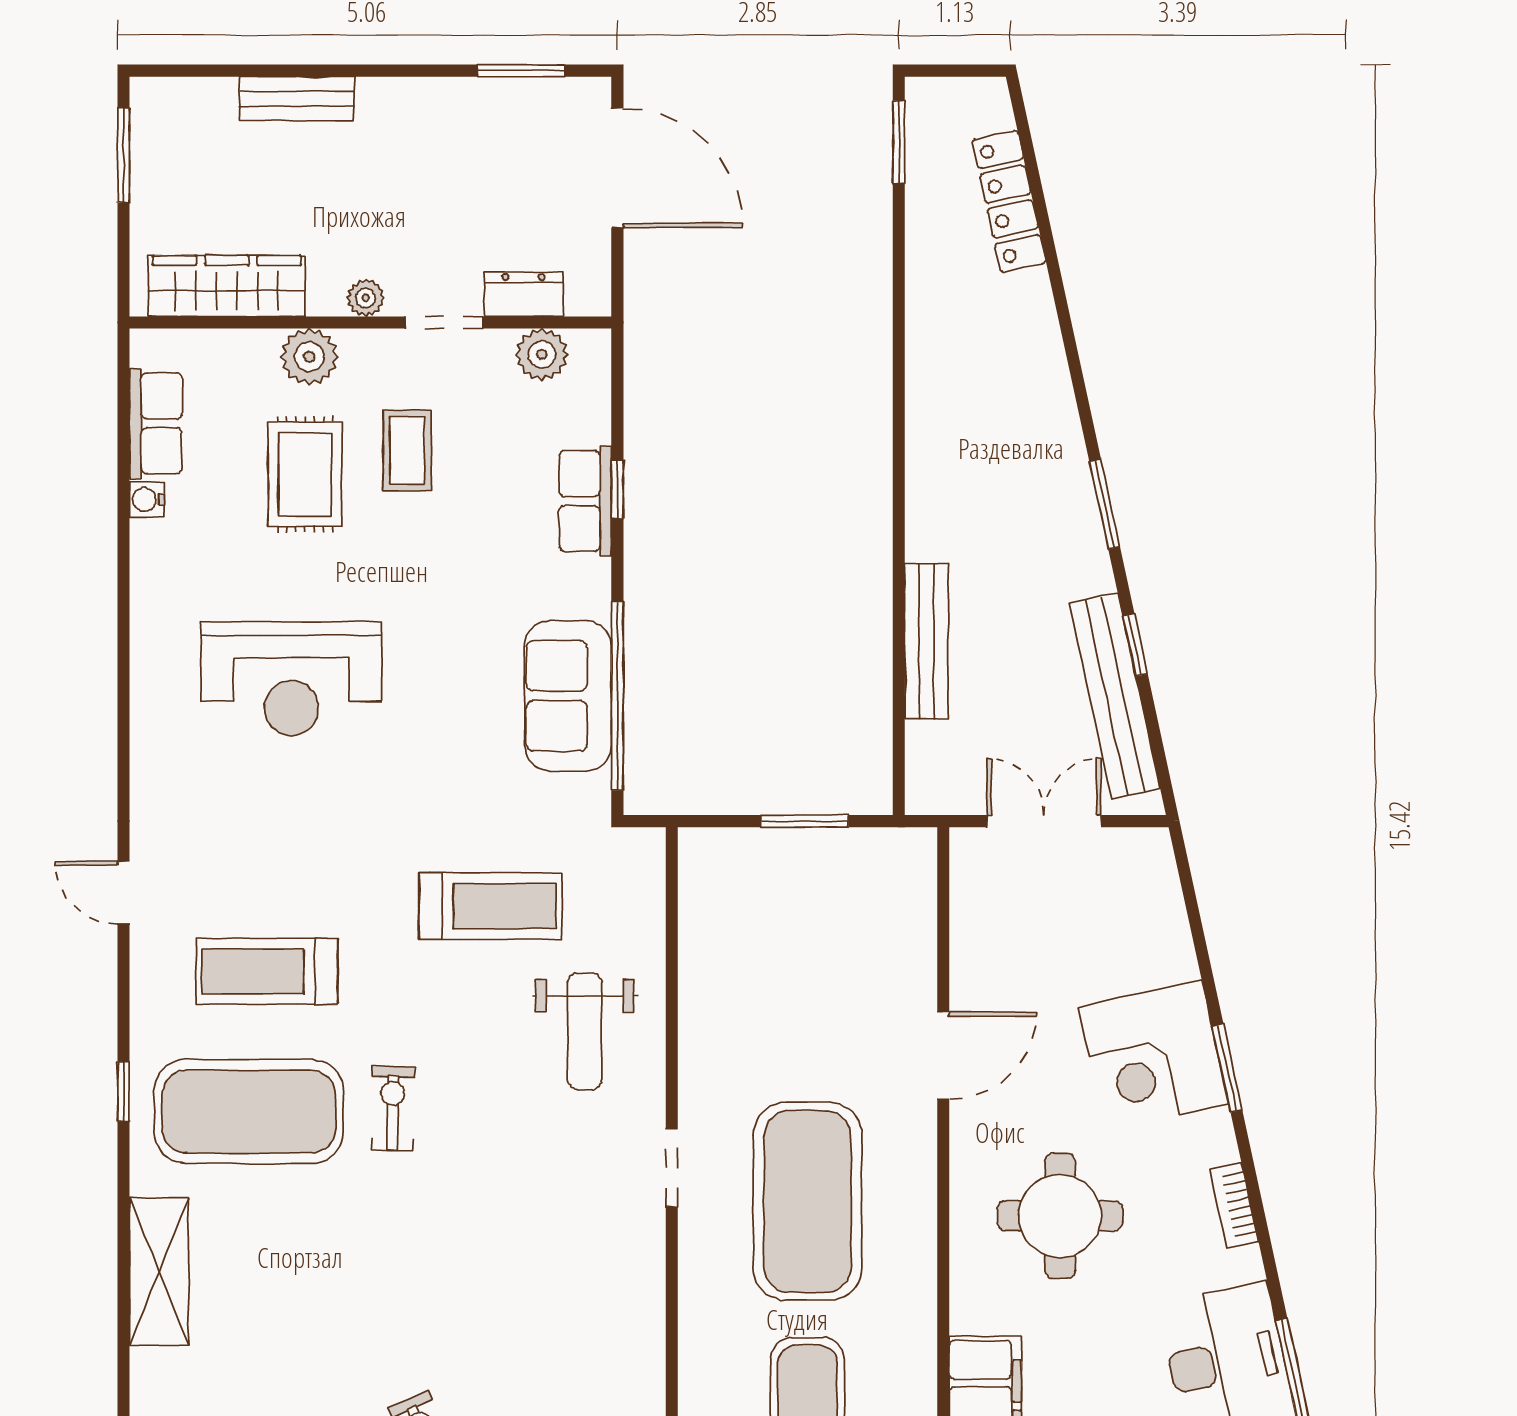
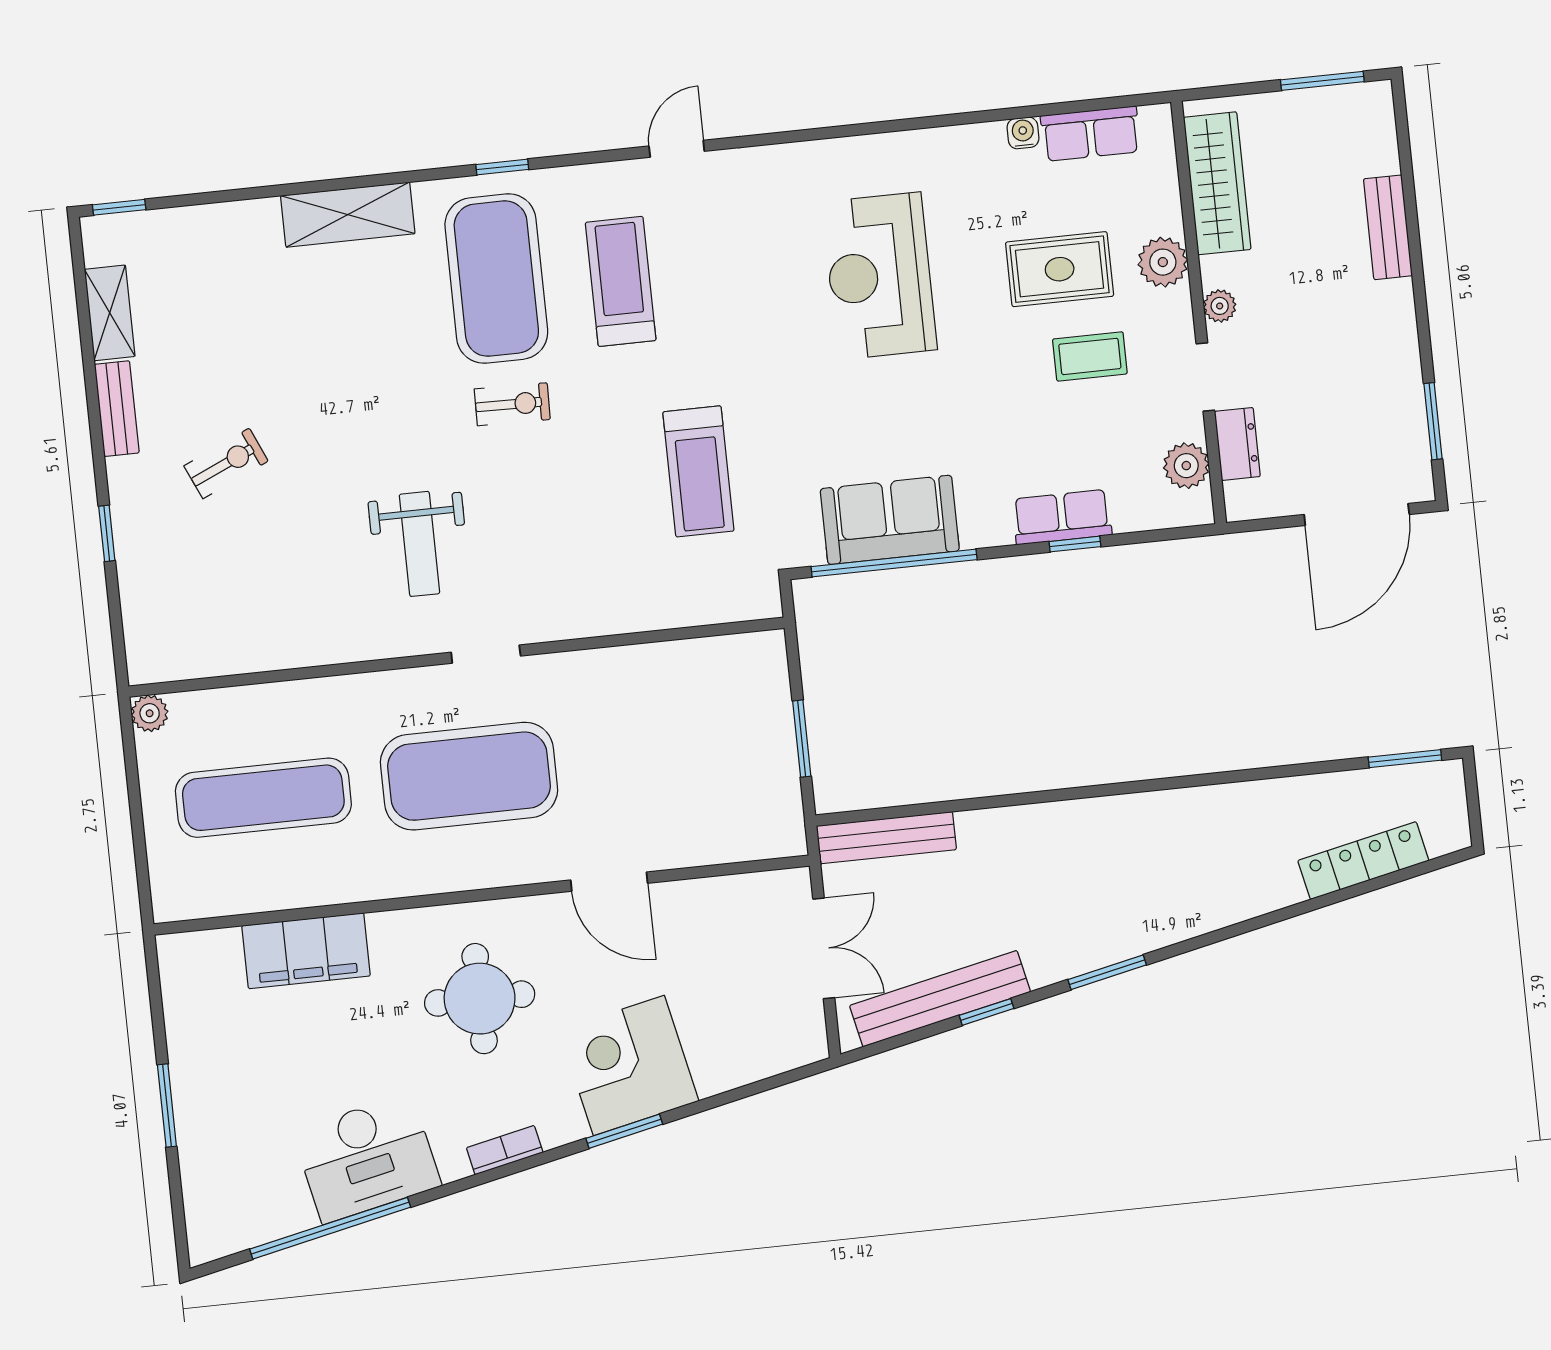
bench: (927, 641) -> (886, 838), moved
weight bench: (585, 1031) -> (419, 544), moved, turned -90

